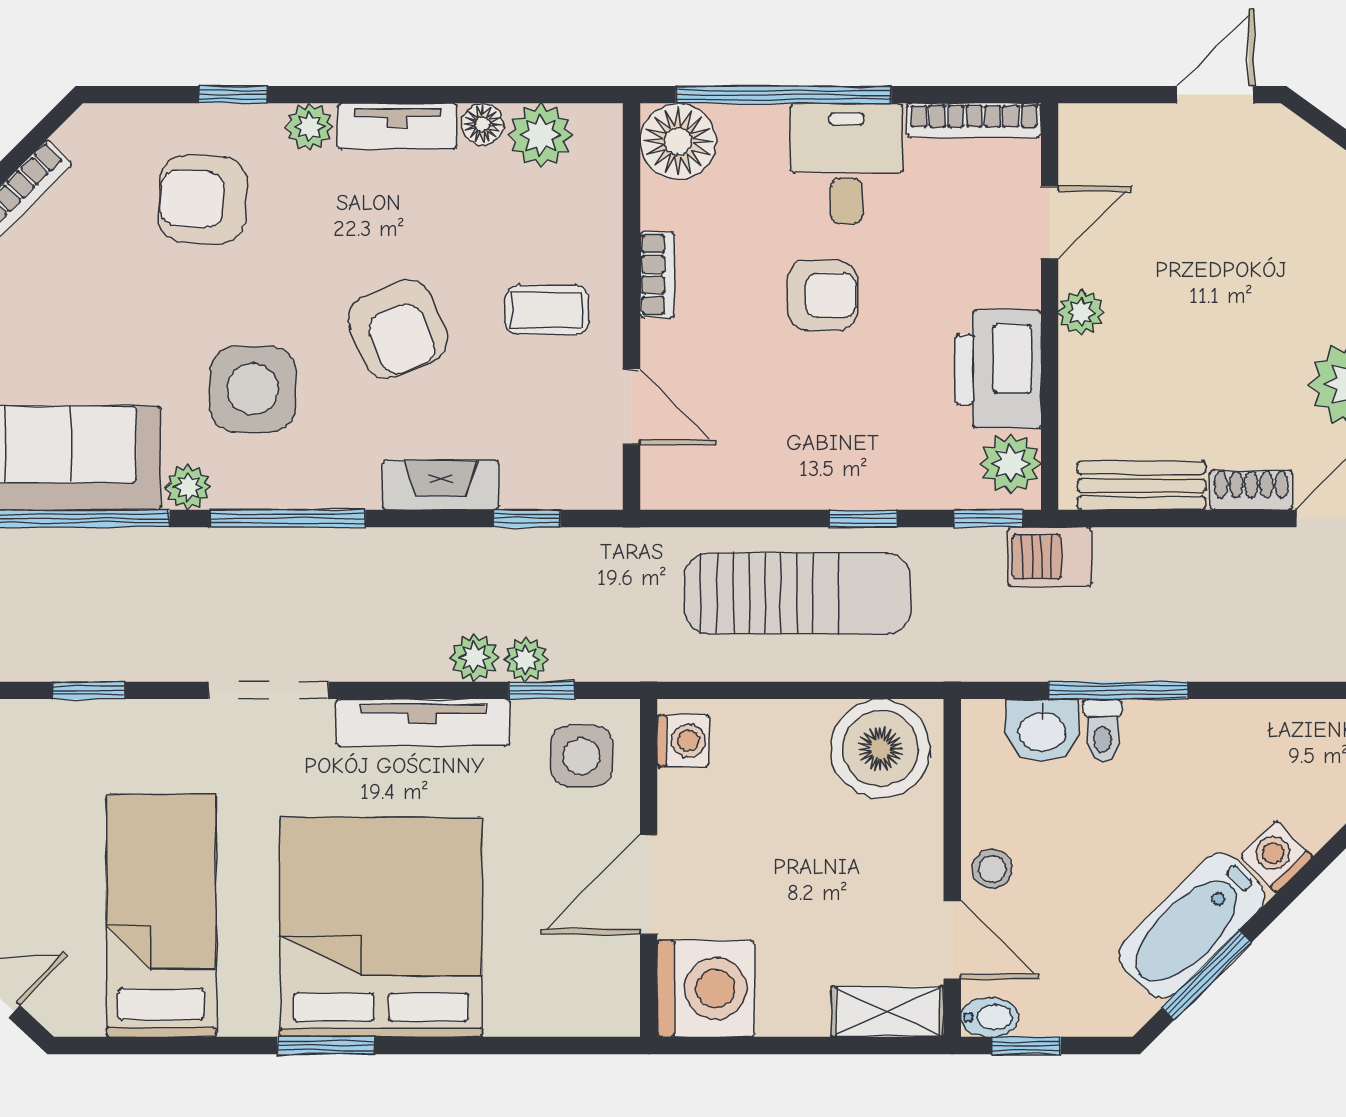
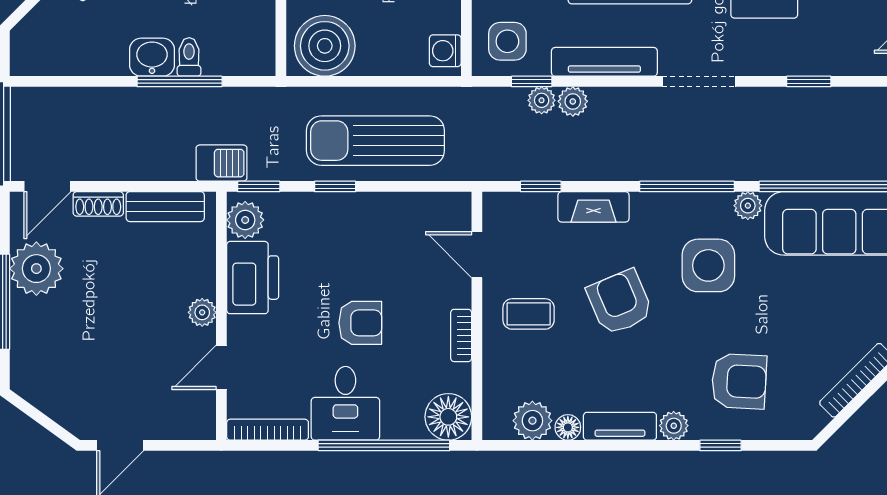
armchair: (822, 295) -> (360, 323), turned 180
washbasin: (1042, 730) -> (152, 57), moved

